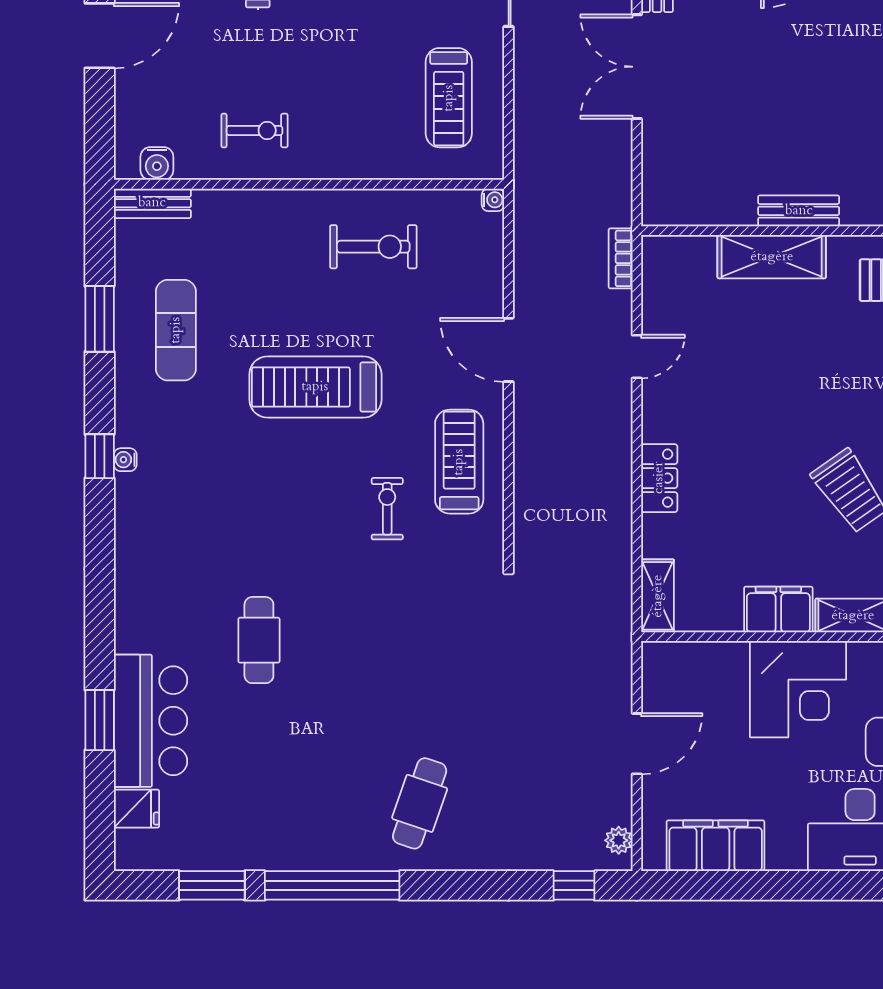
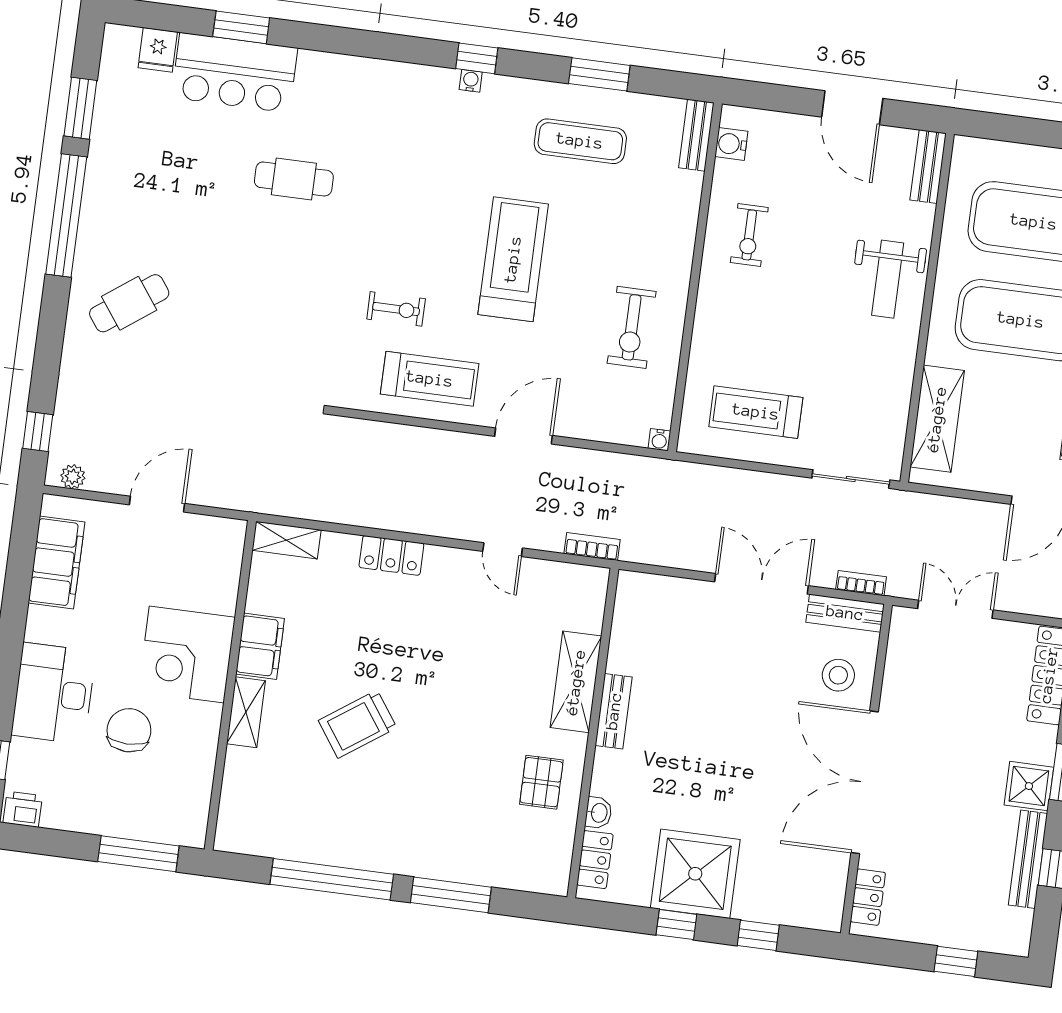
door: (637, 744) -> (157, 504), swing flipped
cafe table: (420, 803) -> (129, 303), turned -55

